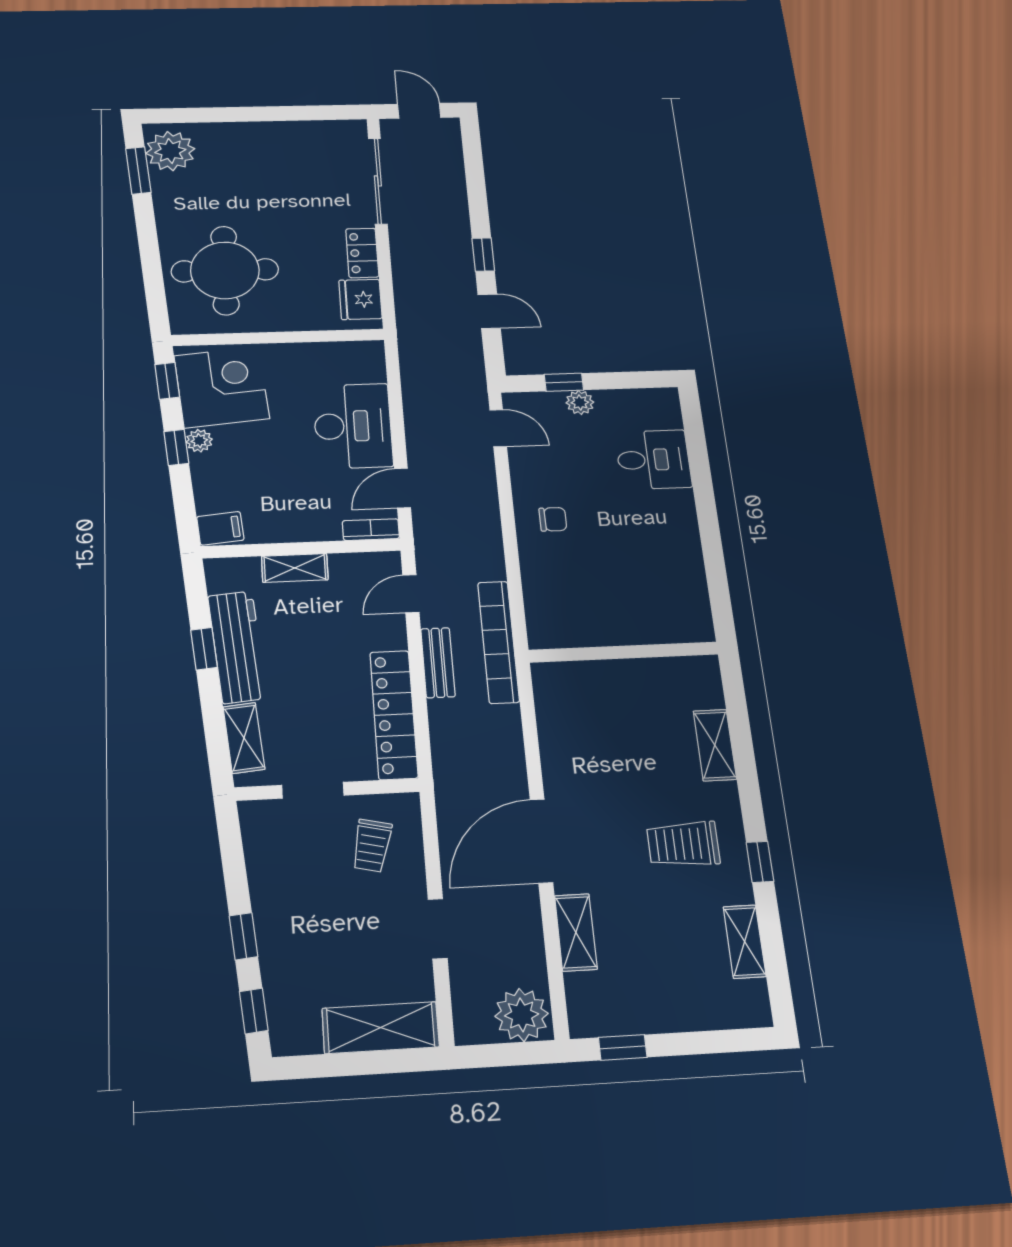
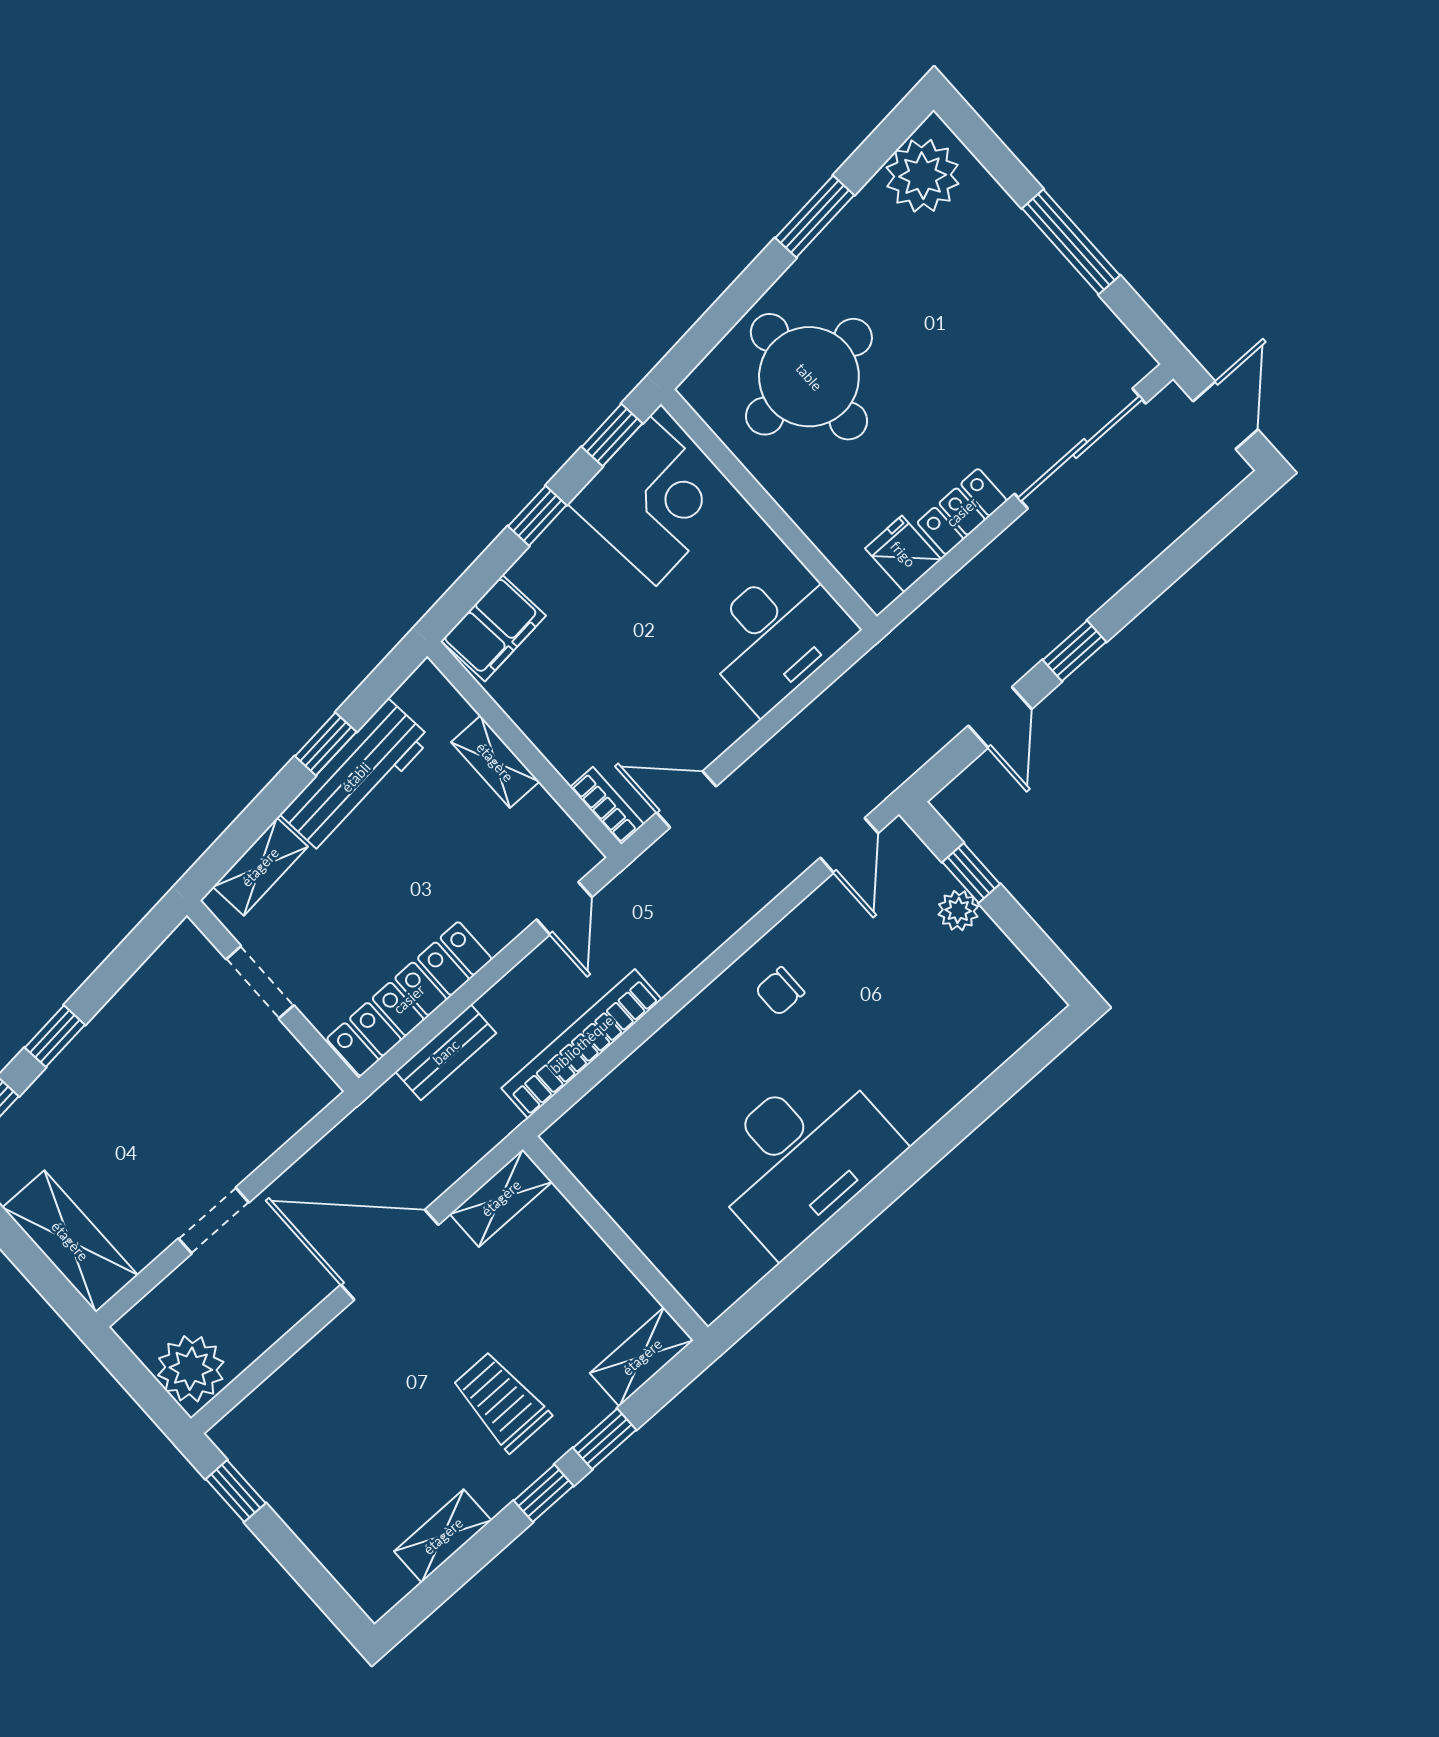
window: (267, 114) -> (1071, 242), added
window: (138, 170) -> (815, 217), moved
fridge: (360, 299) -> (903, 554), width x0.72
desk: (353, 426) -> (776, 635), moved
plant: (199, 441) -> (566, 533), removed
desk: (653, 460) -> (801, 1156), moved, width x1.87, depth x1.30
chair: (553, 519) -> (780, 991), turned 90
filing cabinet: (220, 528) -> (493, 628), width x2.00
door: (411, 594) -> (564, 908), swing flipped
wall: (623, 652) -> (615, 1238), moved
bench: (438, 663) -> (446, 1052), moved
window: (751, 802) -> (605, 1439), added
trolley: (372, 846) -> (248, 1088), removed
shelving: (576, 932) -> (501, 1198), moved

